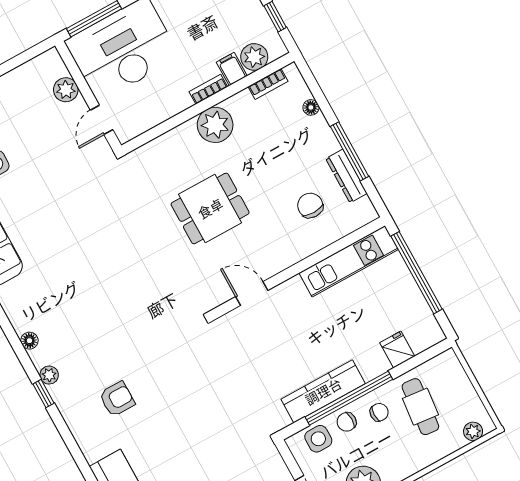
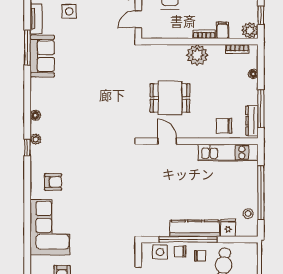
plant: (254, 57) -> (250, 30), moved
chair: (310, 205) -> (224, 126), turned -90
kitchen unit: (349, 261) -> (228, 152), moved
wall: (298, 268) -> (200, 141), moved
door: (252, 294) -> (167, 141), moved
stool: (415, 313) -> (248, 214), added
kitchen counter: (323, 391) -> (195, 228), moved
armchair: (117, 399) -> (53, 182), moved

